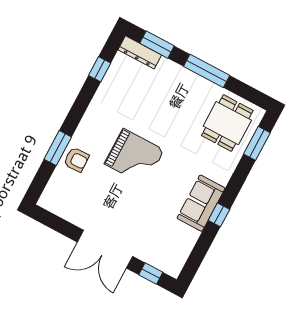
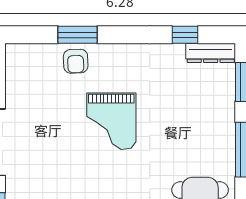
dresser: (140, 52) -> (211, 53), moved, turned -90

